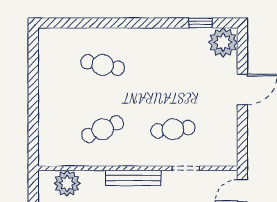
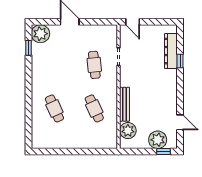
cafe table: (103, 65) -> (54, 108), turned -36
bench: (133, 178) -> (125, 104), moved

